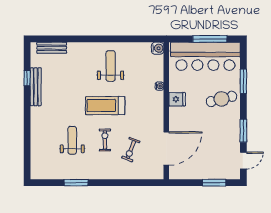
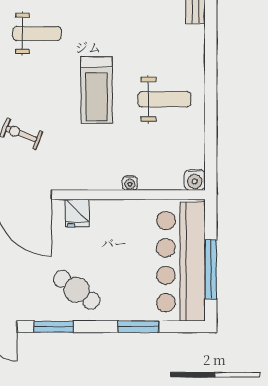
fridge: (177, 99) -> (77, 213), moved
cafe table: (222, 99) -> (77, 290), moved, turned -39
treadmill: (105, 106) -> (97, 90), turned 180
exercise bike: (105, 140) -> (38, 90), removed

